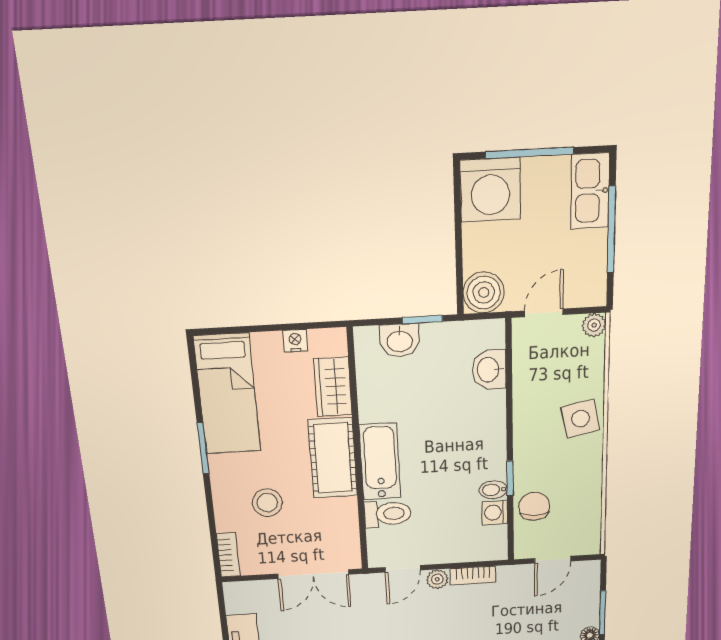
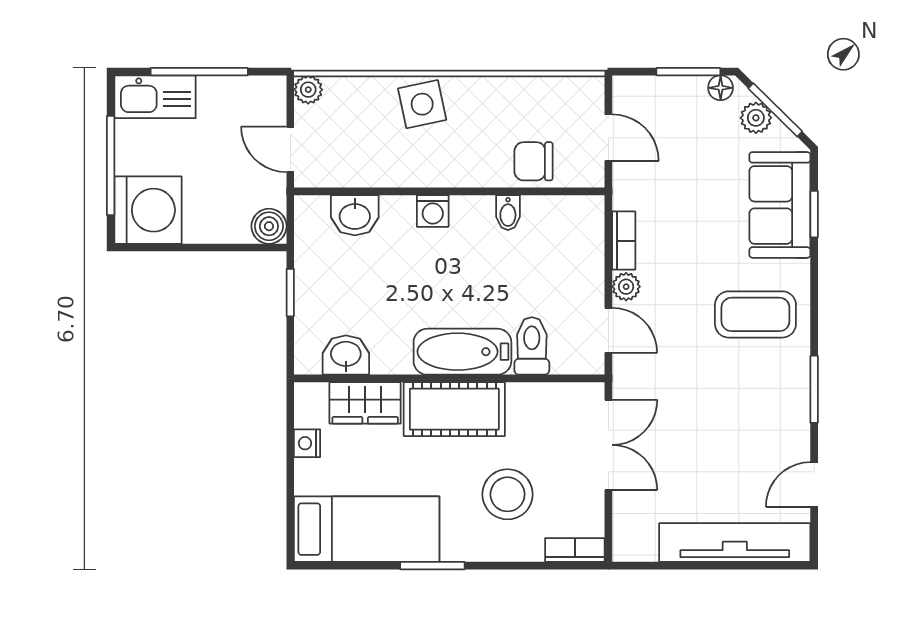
boiler: (484, 292) -> (269, 226), width x0.73, depth x0.73
washbasin: (400, 341) -> (346, 355), moved, turned -90
window: (510, 478) -> (494, 191), removed
stool: (267, 503) -> (508, 494), width x1.38, depth x1.38
washing machine: (495, 513) -> (433, 211), moved

